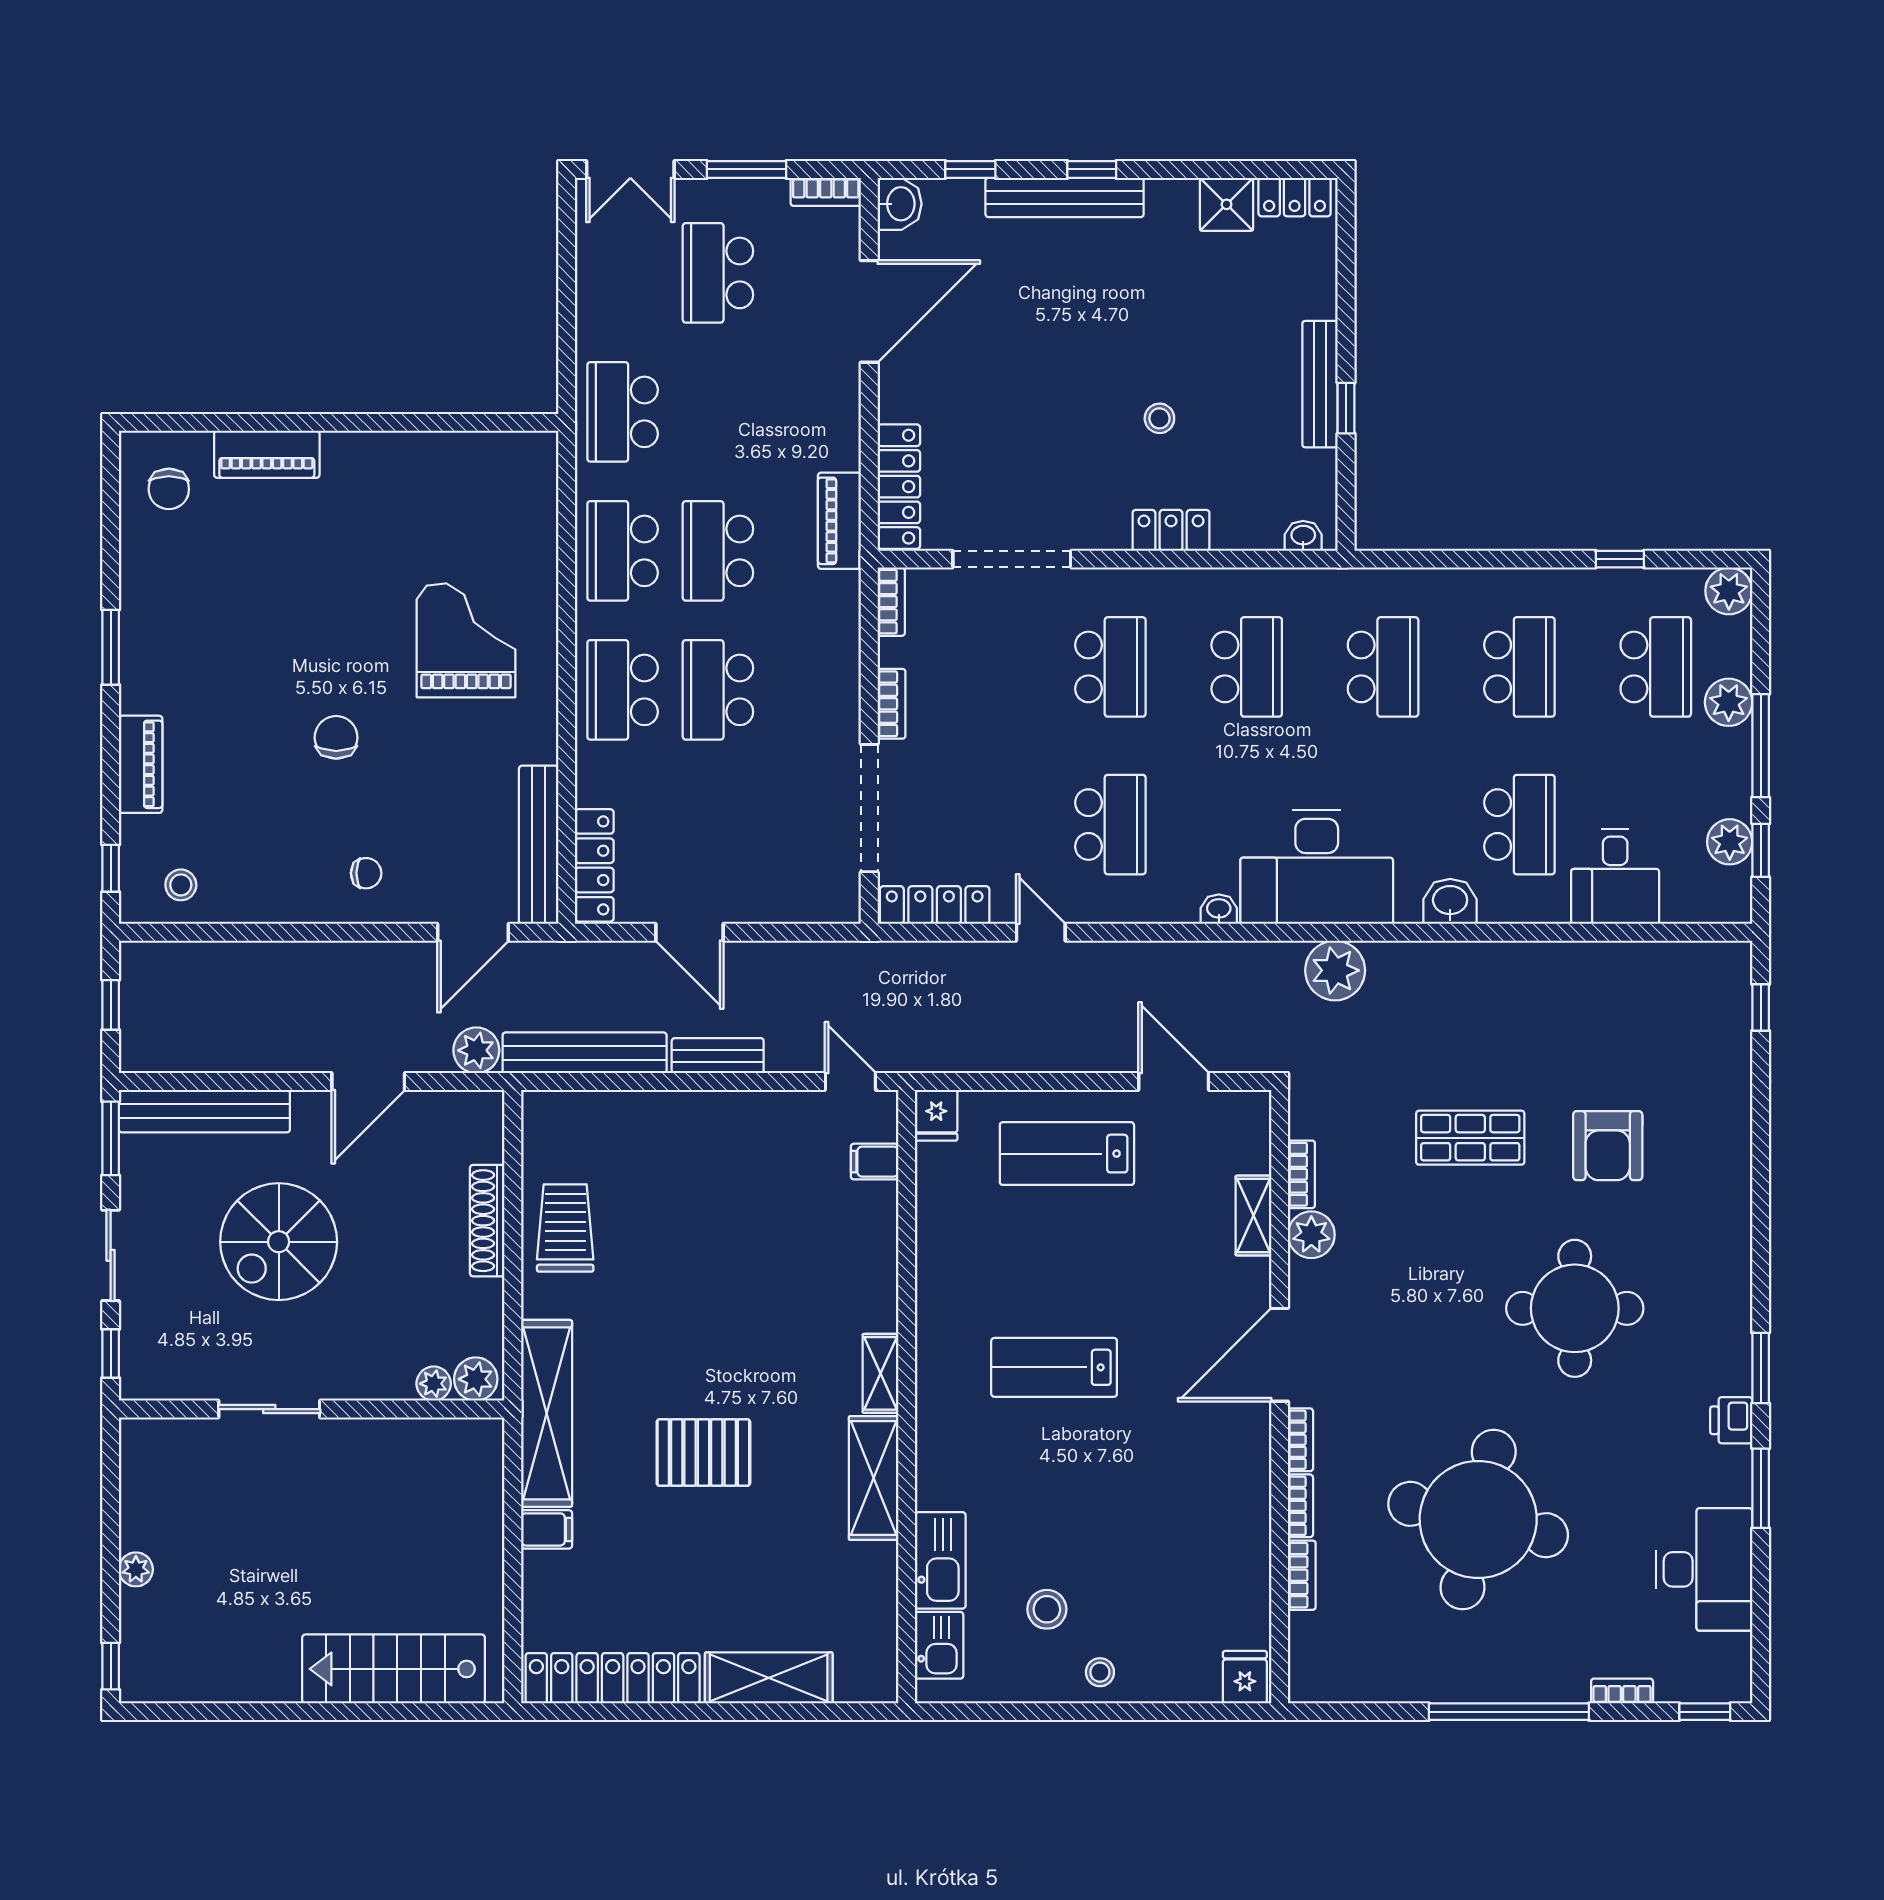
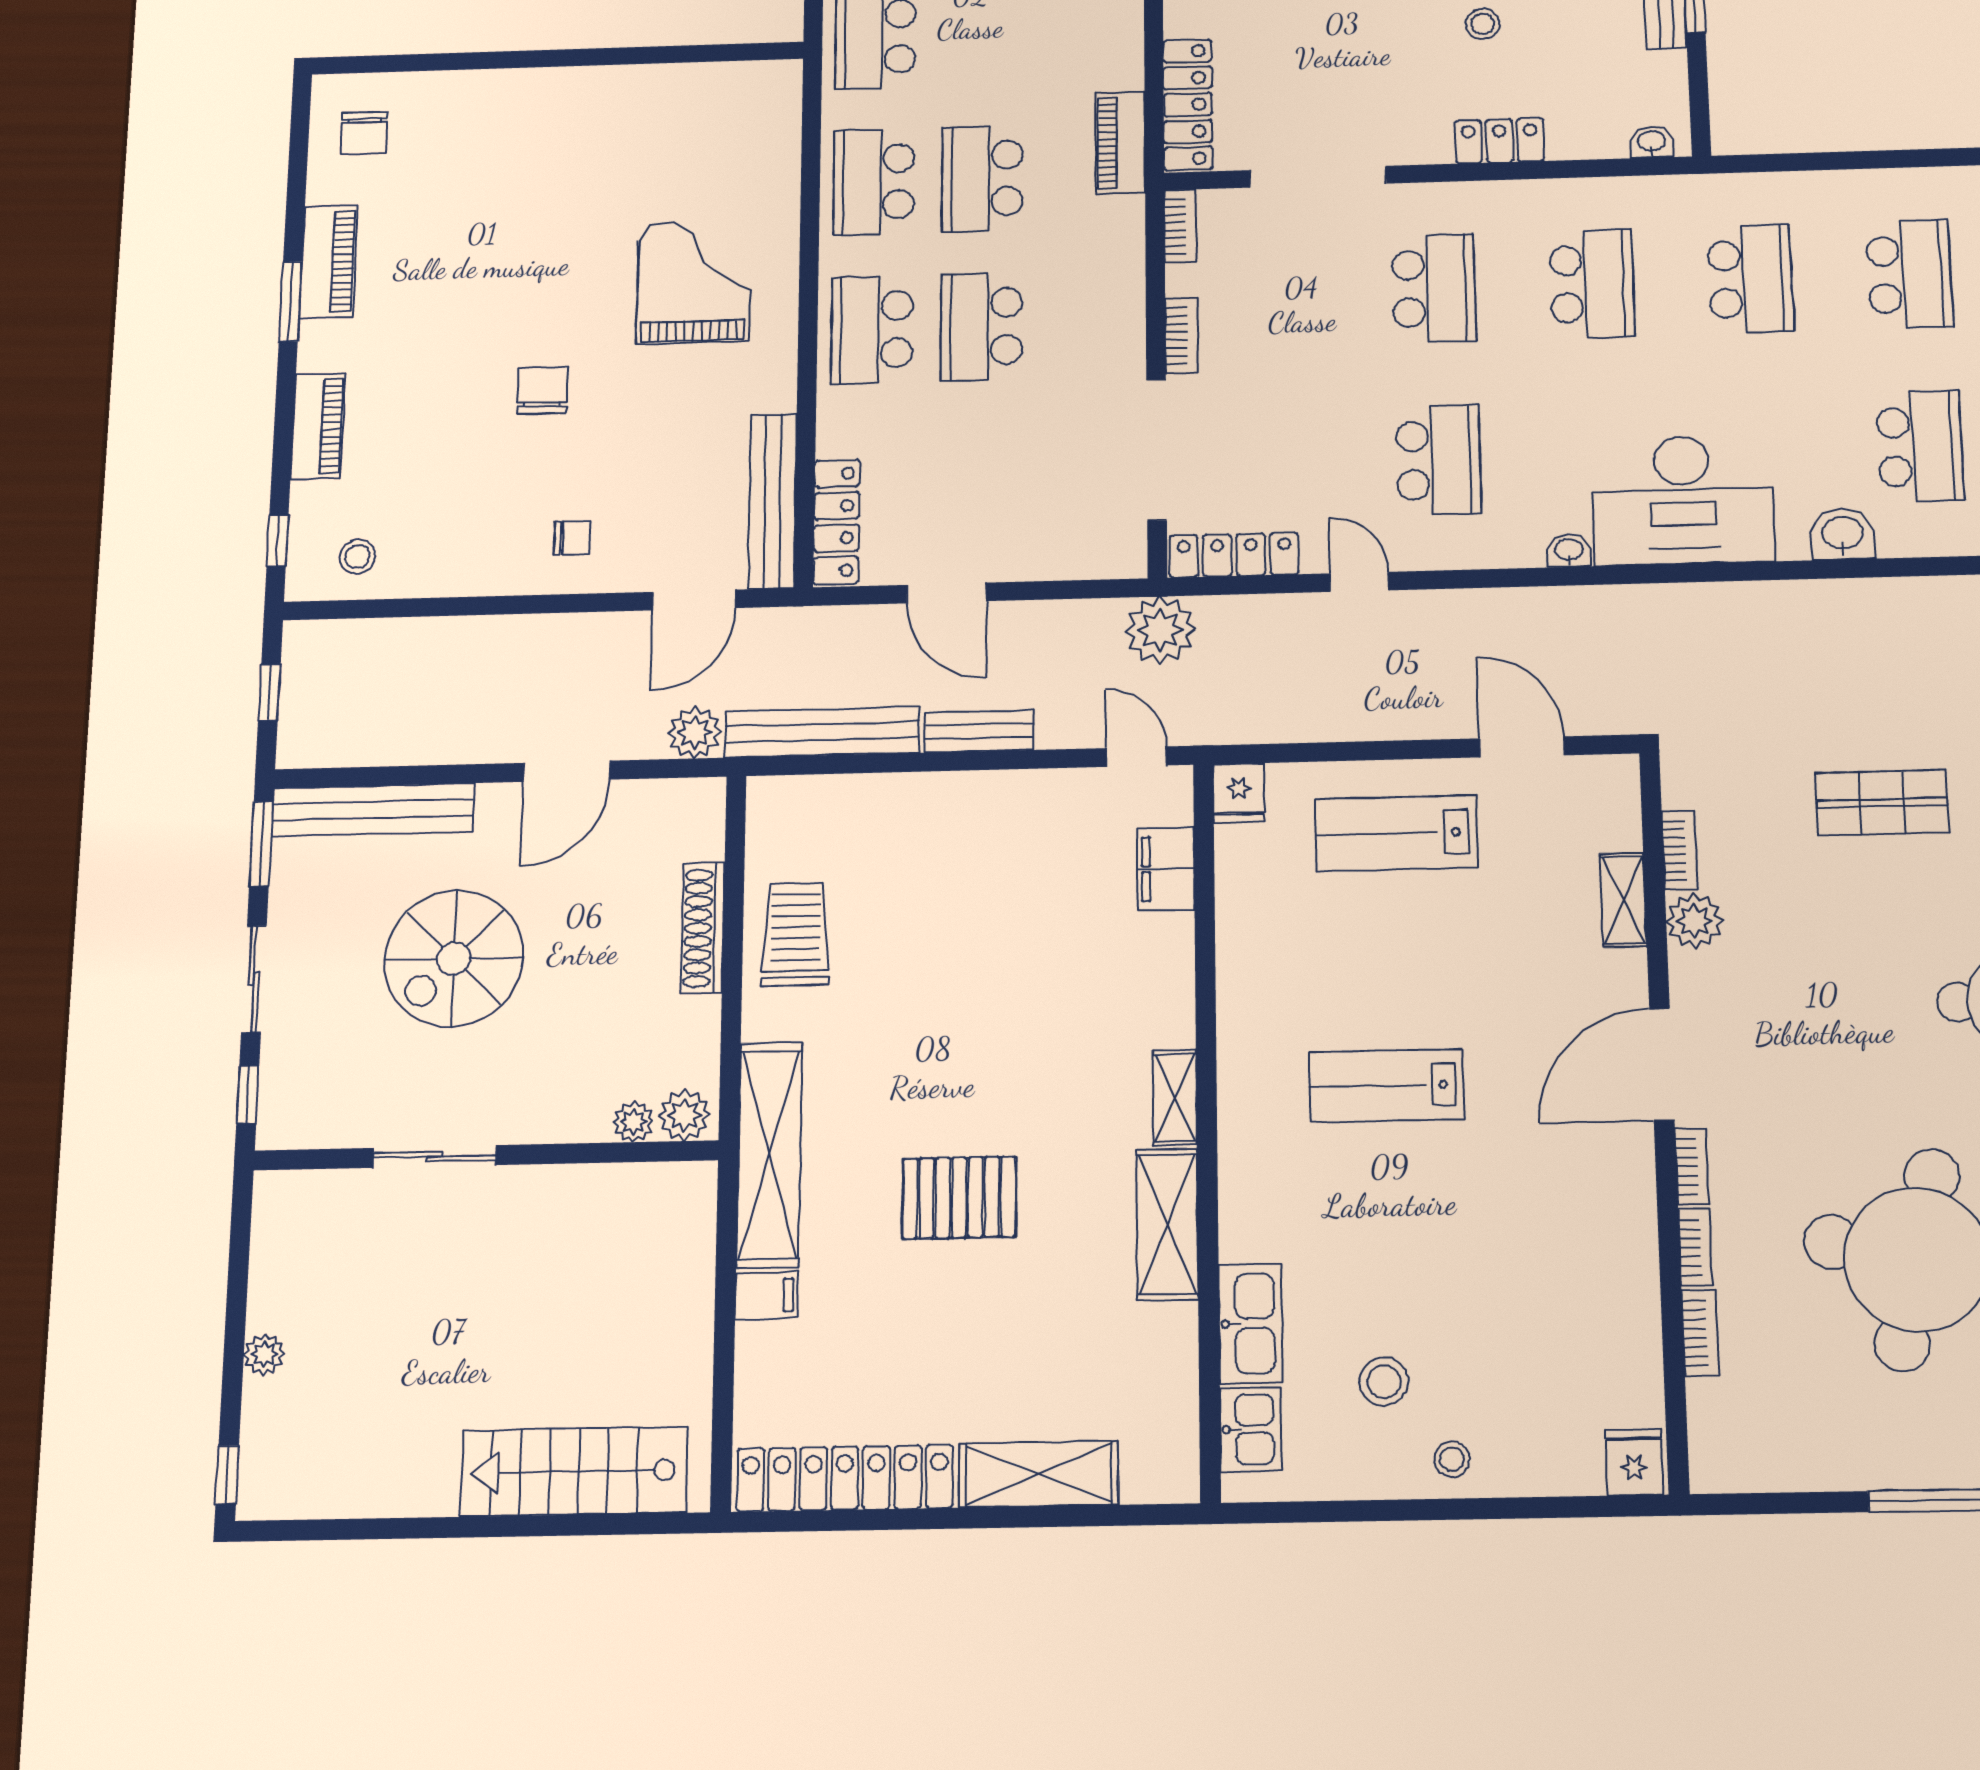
piano: (267, 454) -> (328, 262), moved, turned -90
plant: (1335, 970) -> (1160, 630), moved
filing cabinet: (875, 1162) -> (1166, 869), width x2.00

